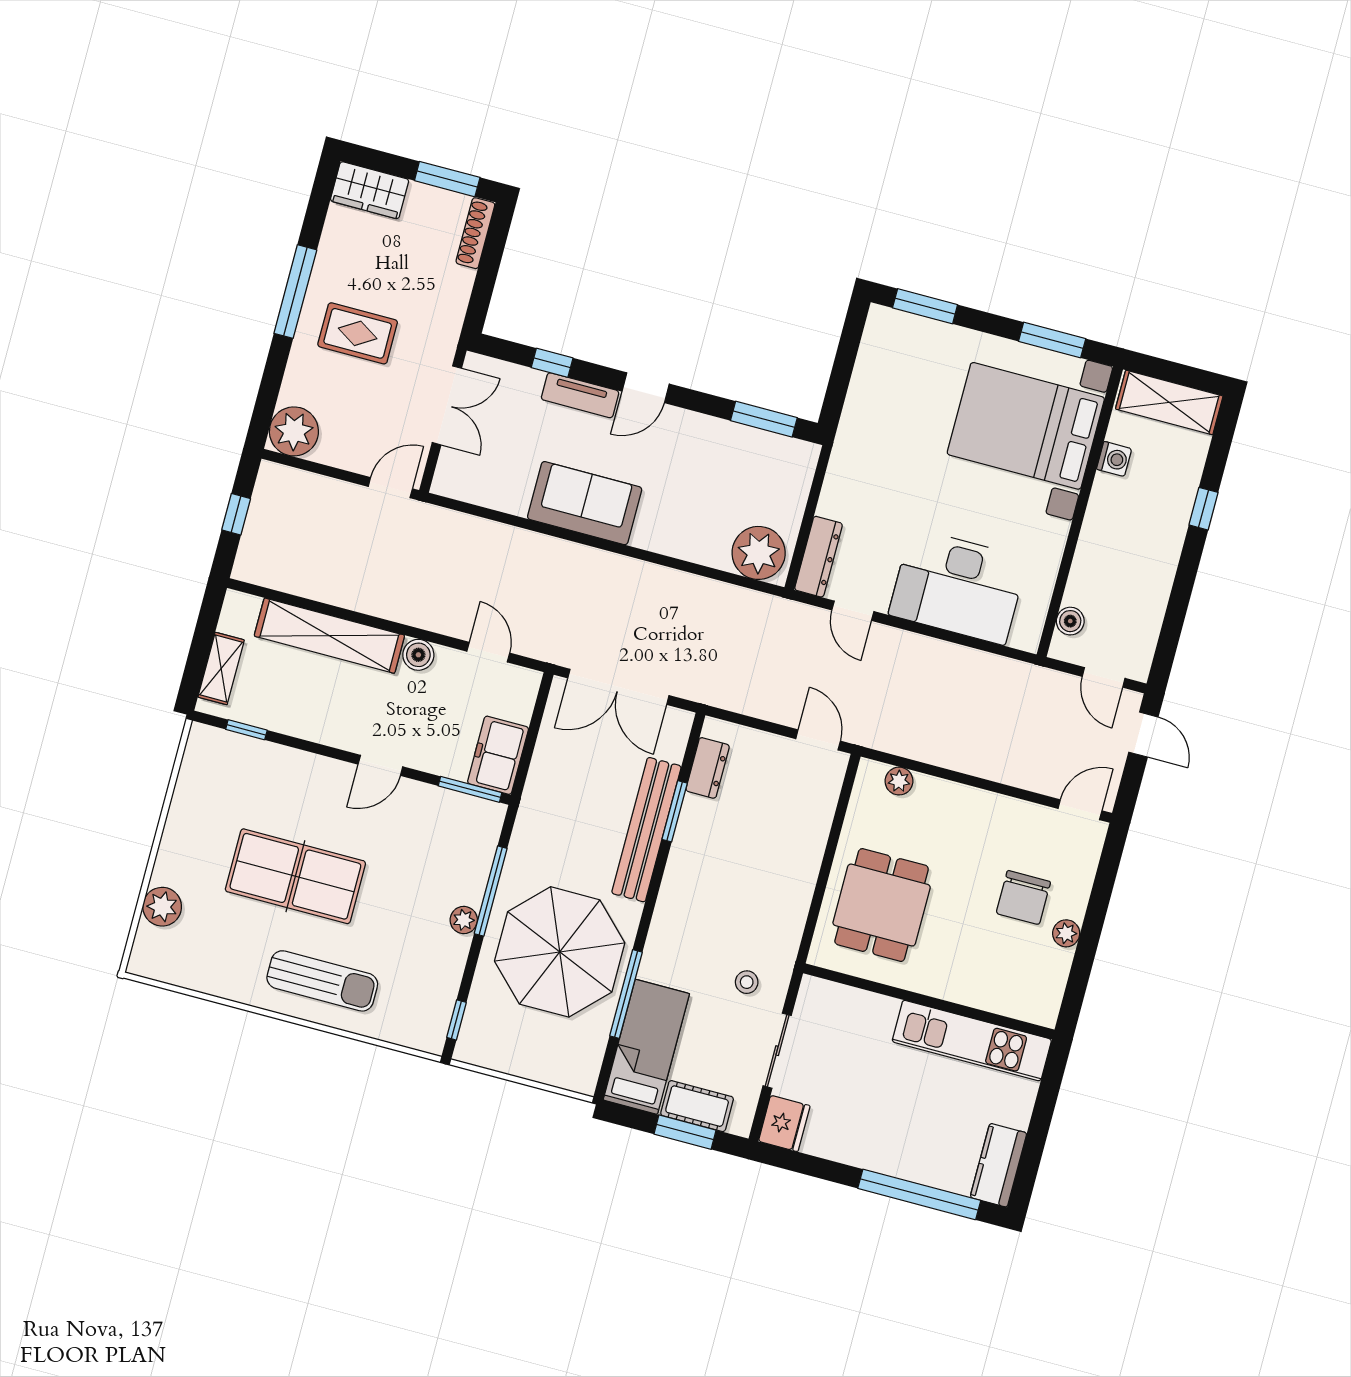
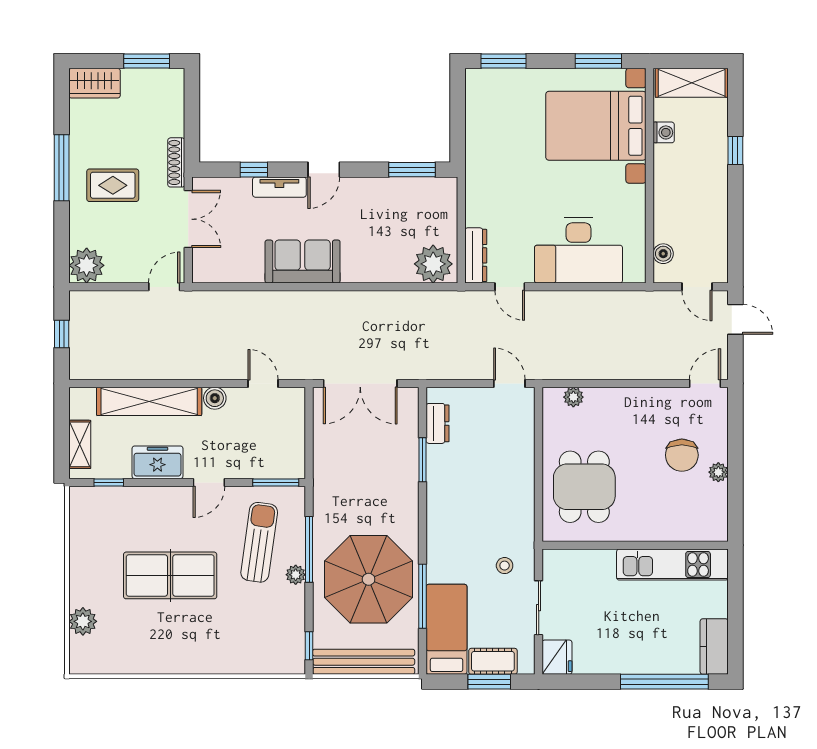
shoe rack: (475, 233) -> (176, 162), moved
freezer: (498, 755) -> (157, 462), moved, turned 90
bench: (646, 830) -> (364, 662), moved, turned 90
sun lounger: (322, 981) -> (259, 542), moved, turned -82

